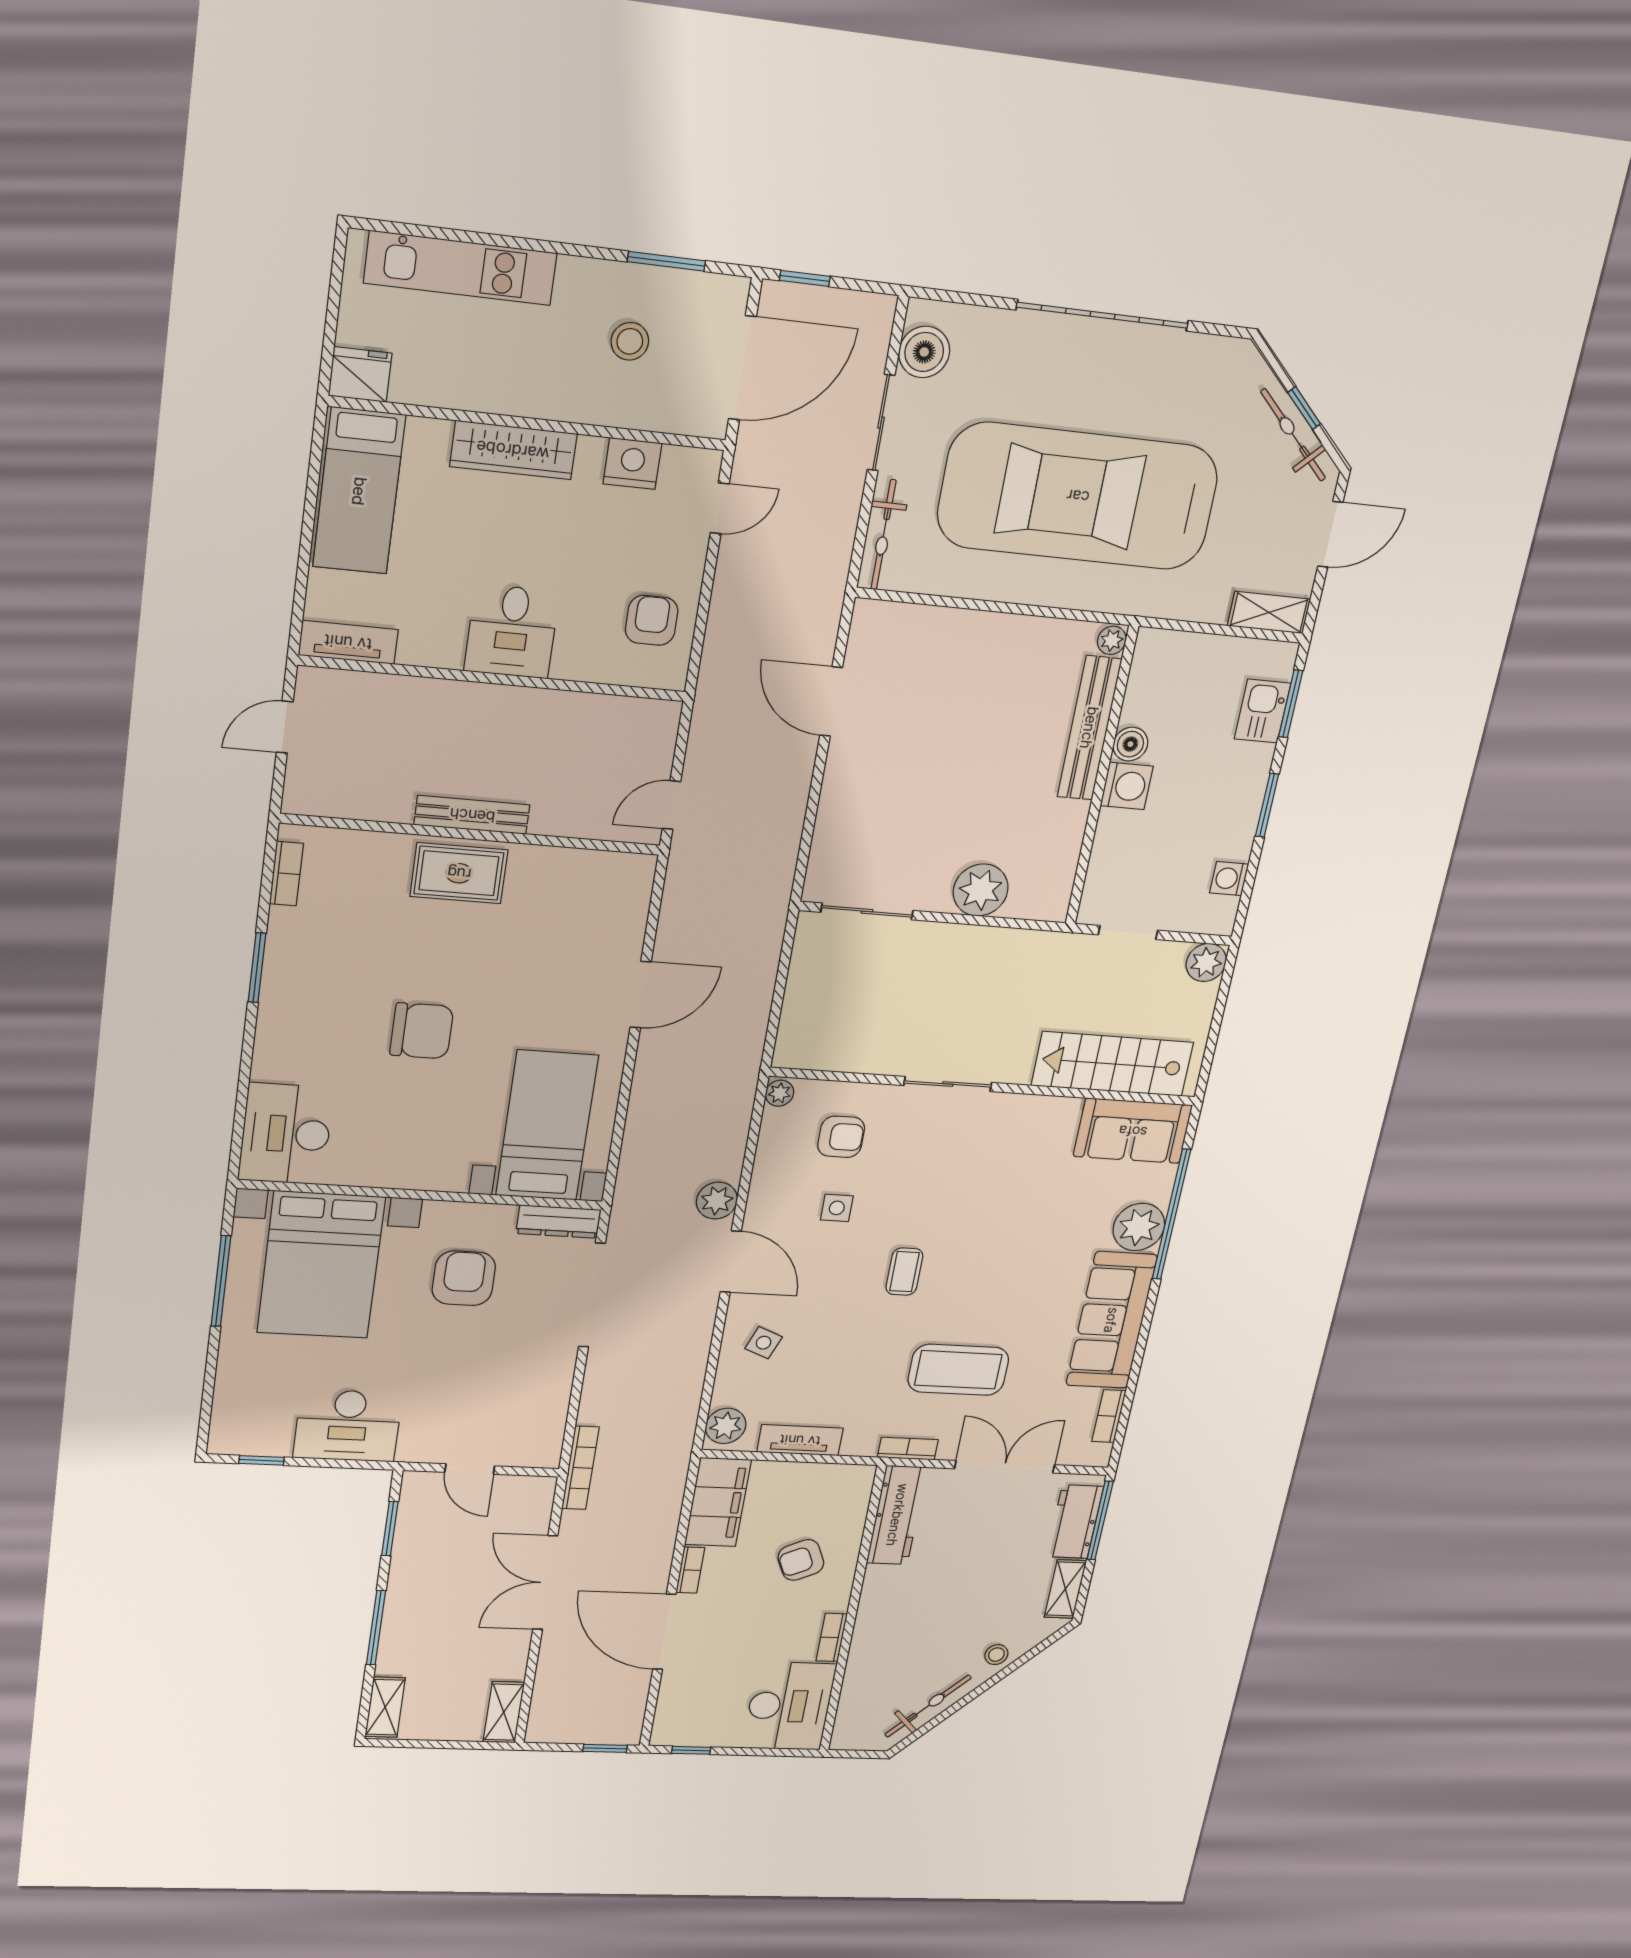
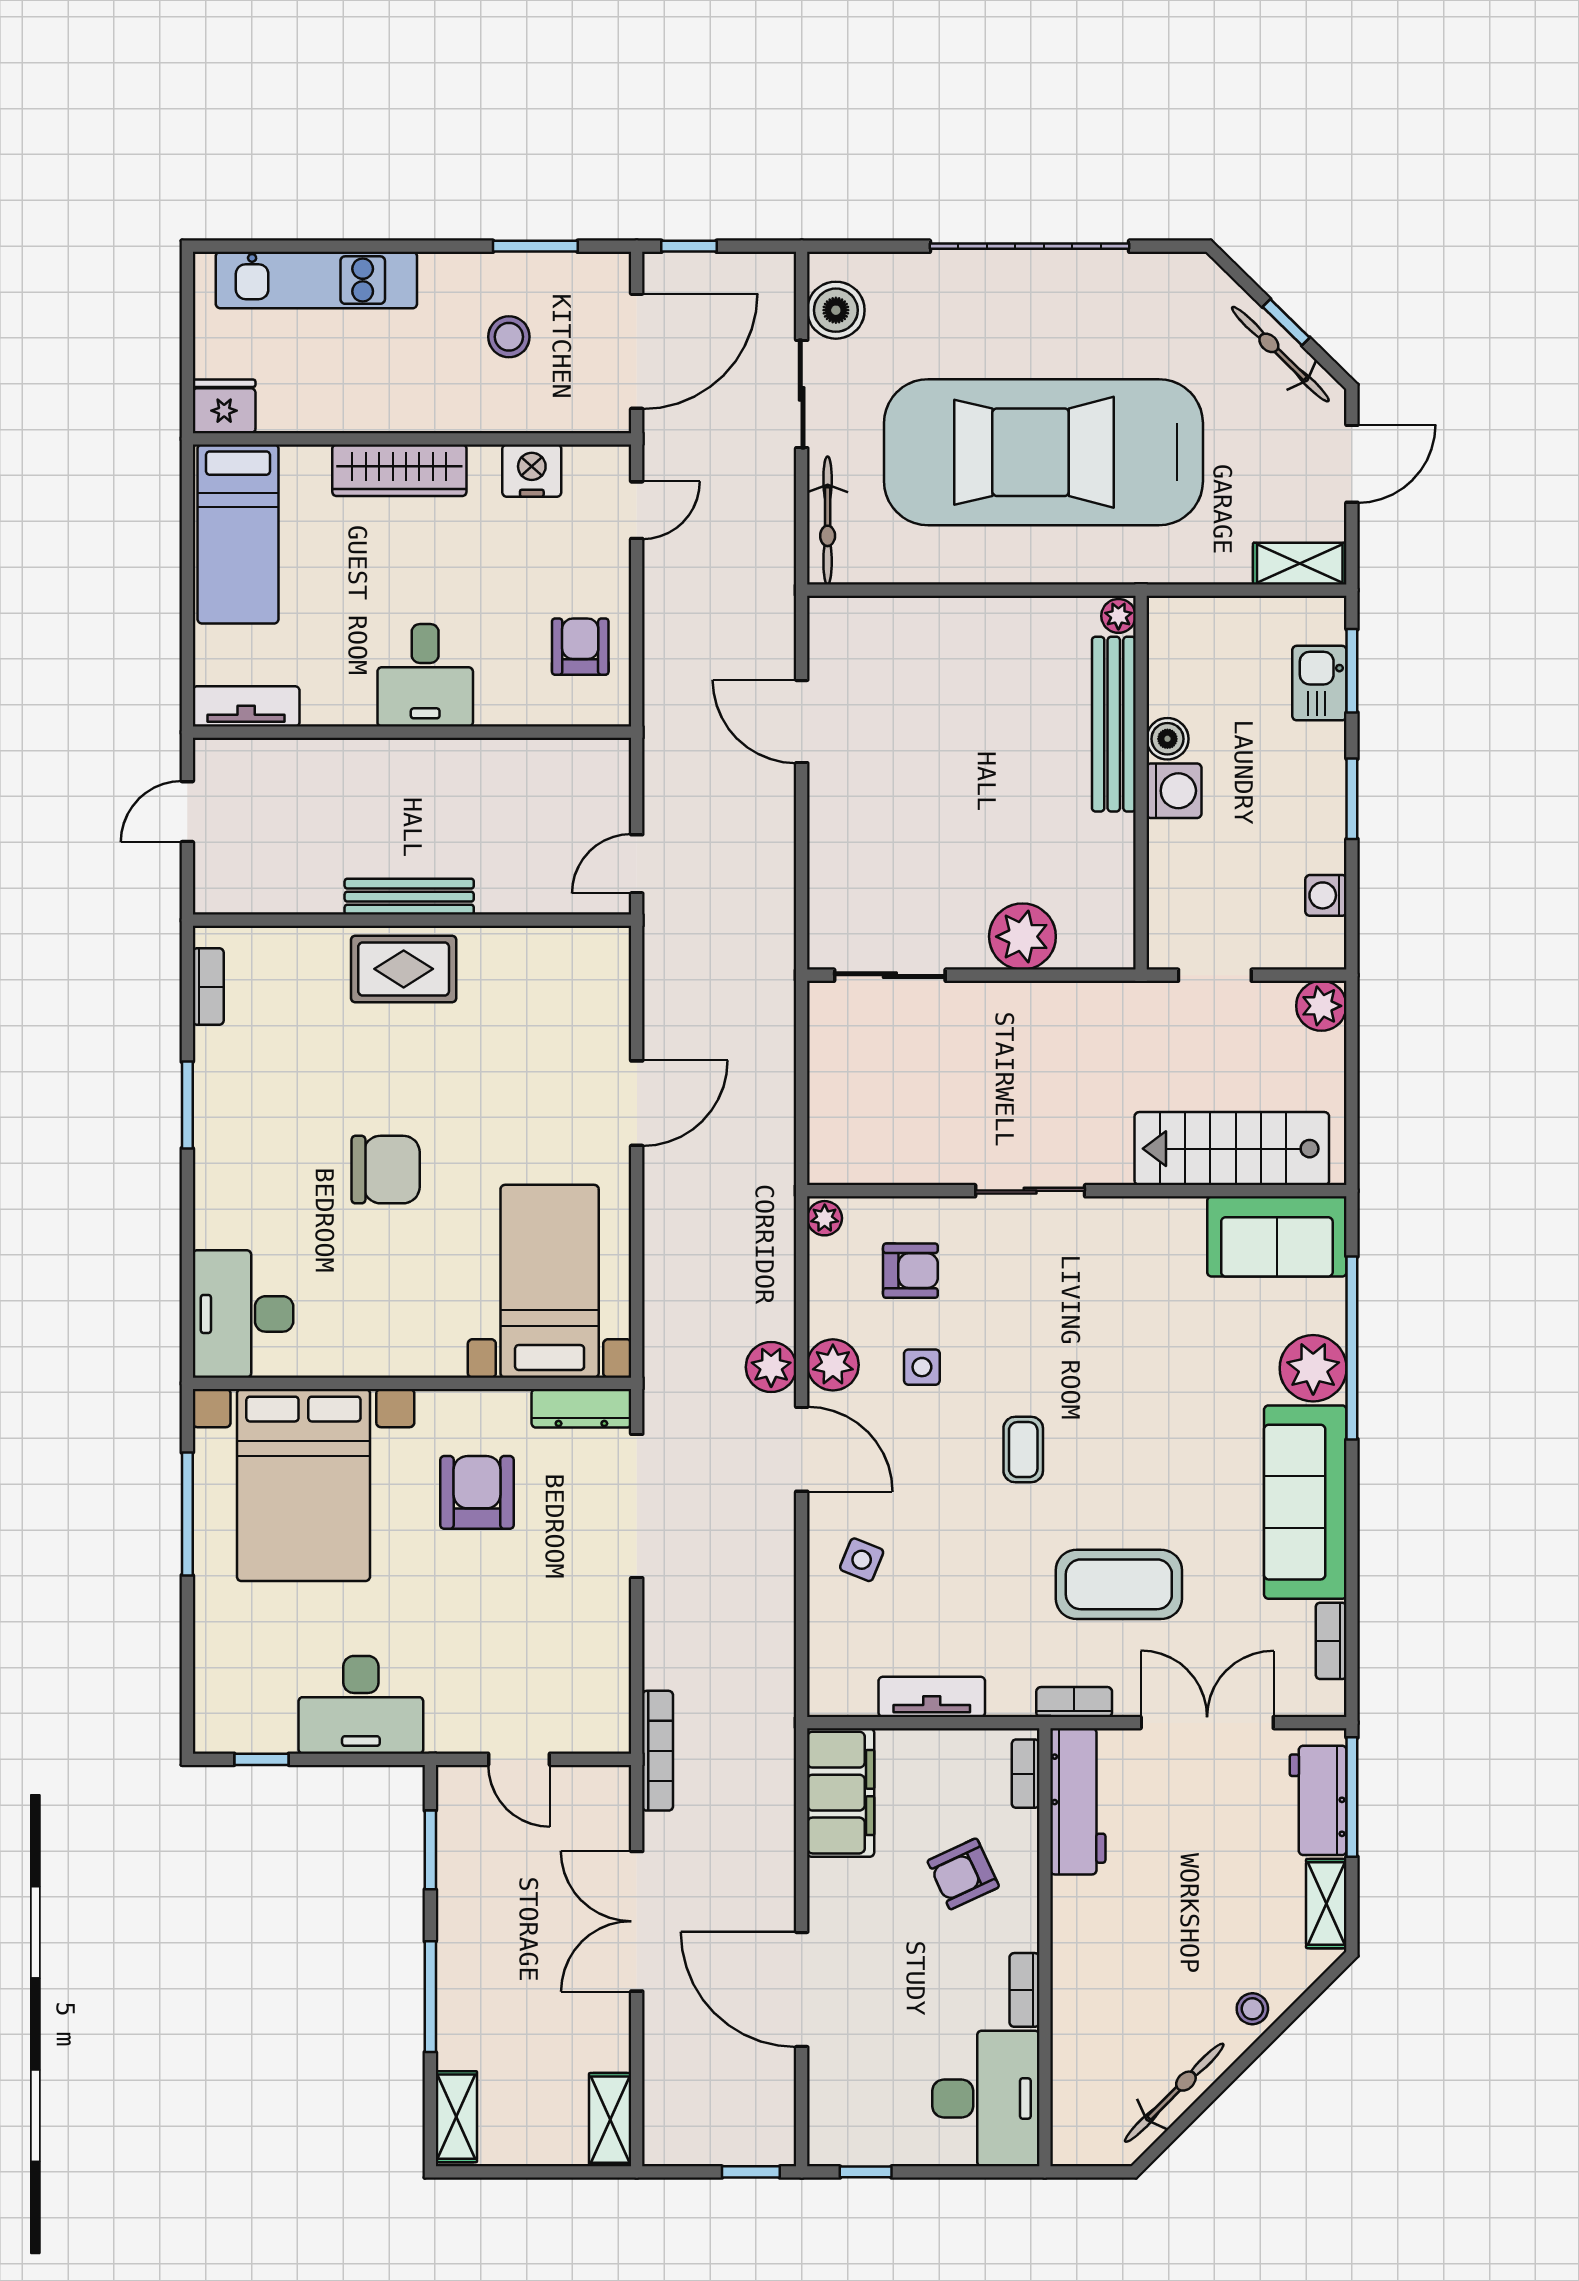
plant: (726, 1426) -> (833, 1365), moved
bookcase: (690, 1570) -> (1026, 1774), moved, turned 180

